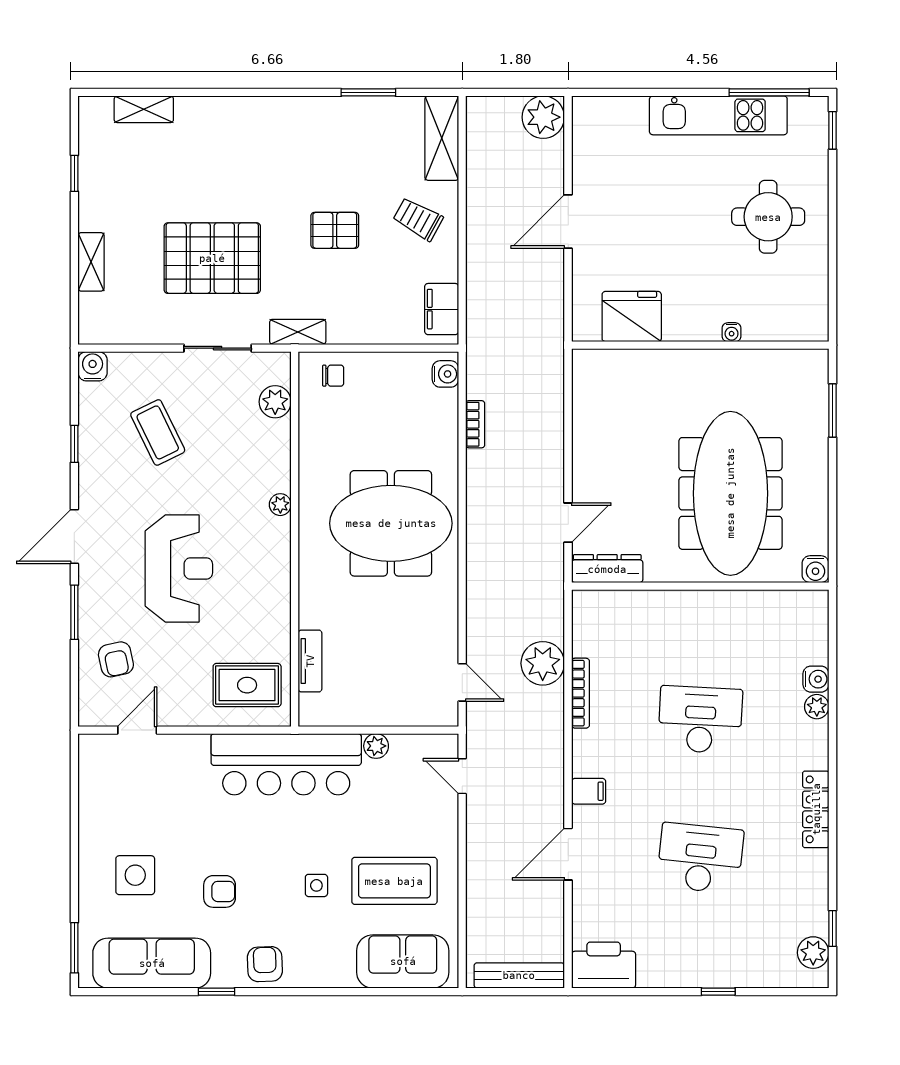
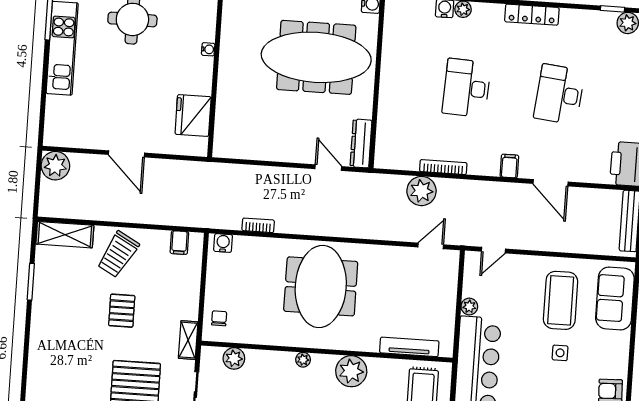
trolley: (418, 219) -> (118, 254), width x1.36, depth x1.39
filing cabinet: (442, 309) -> (179, 243), width x0.50
plant: (268, 577) -> (351, 371), added
tv unit: (310, 661) -> (409, 347), width x1.41

